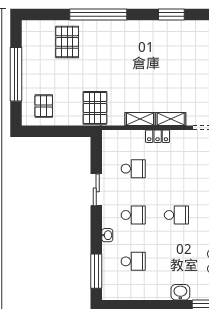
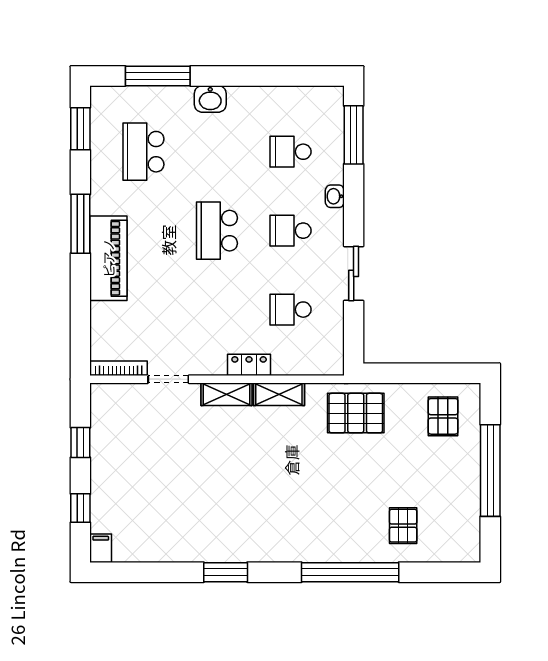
pallet: (67, 42) -> (403, 526), width x0.67, depth x0.71
pallet: (95, 108) -> (356, 413), turned 90
school desk: (176, 215) -> (217, 231), width x1.85

